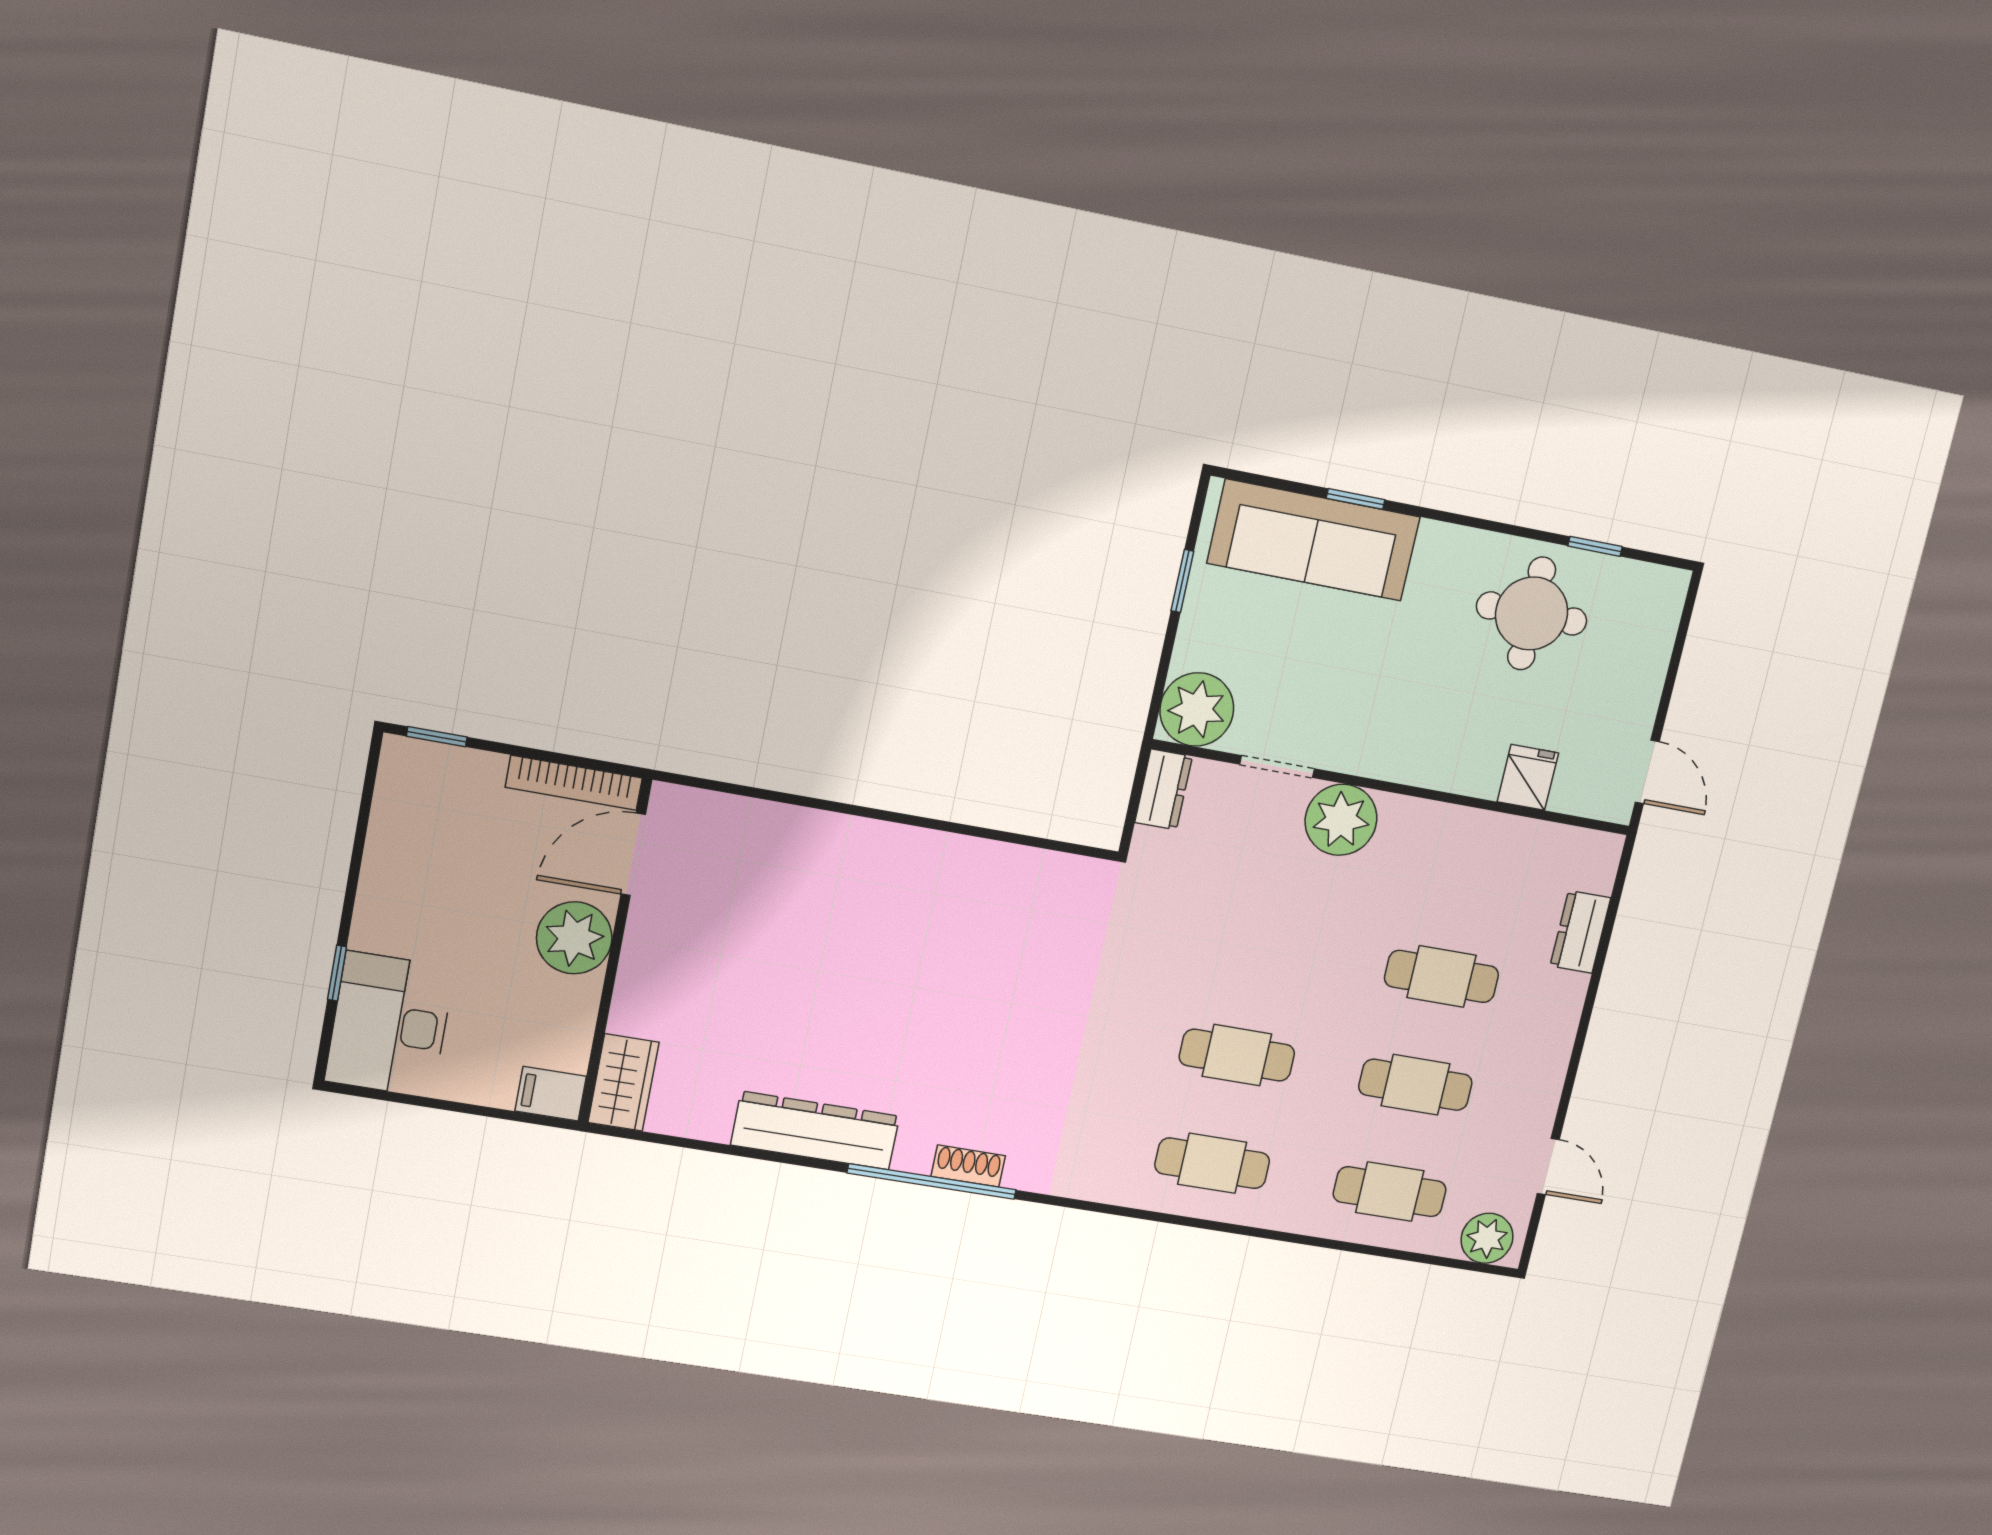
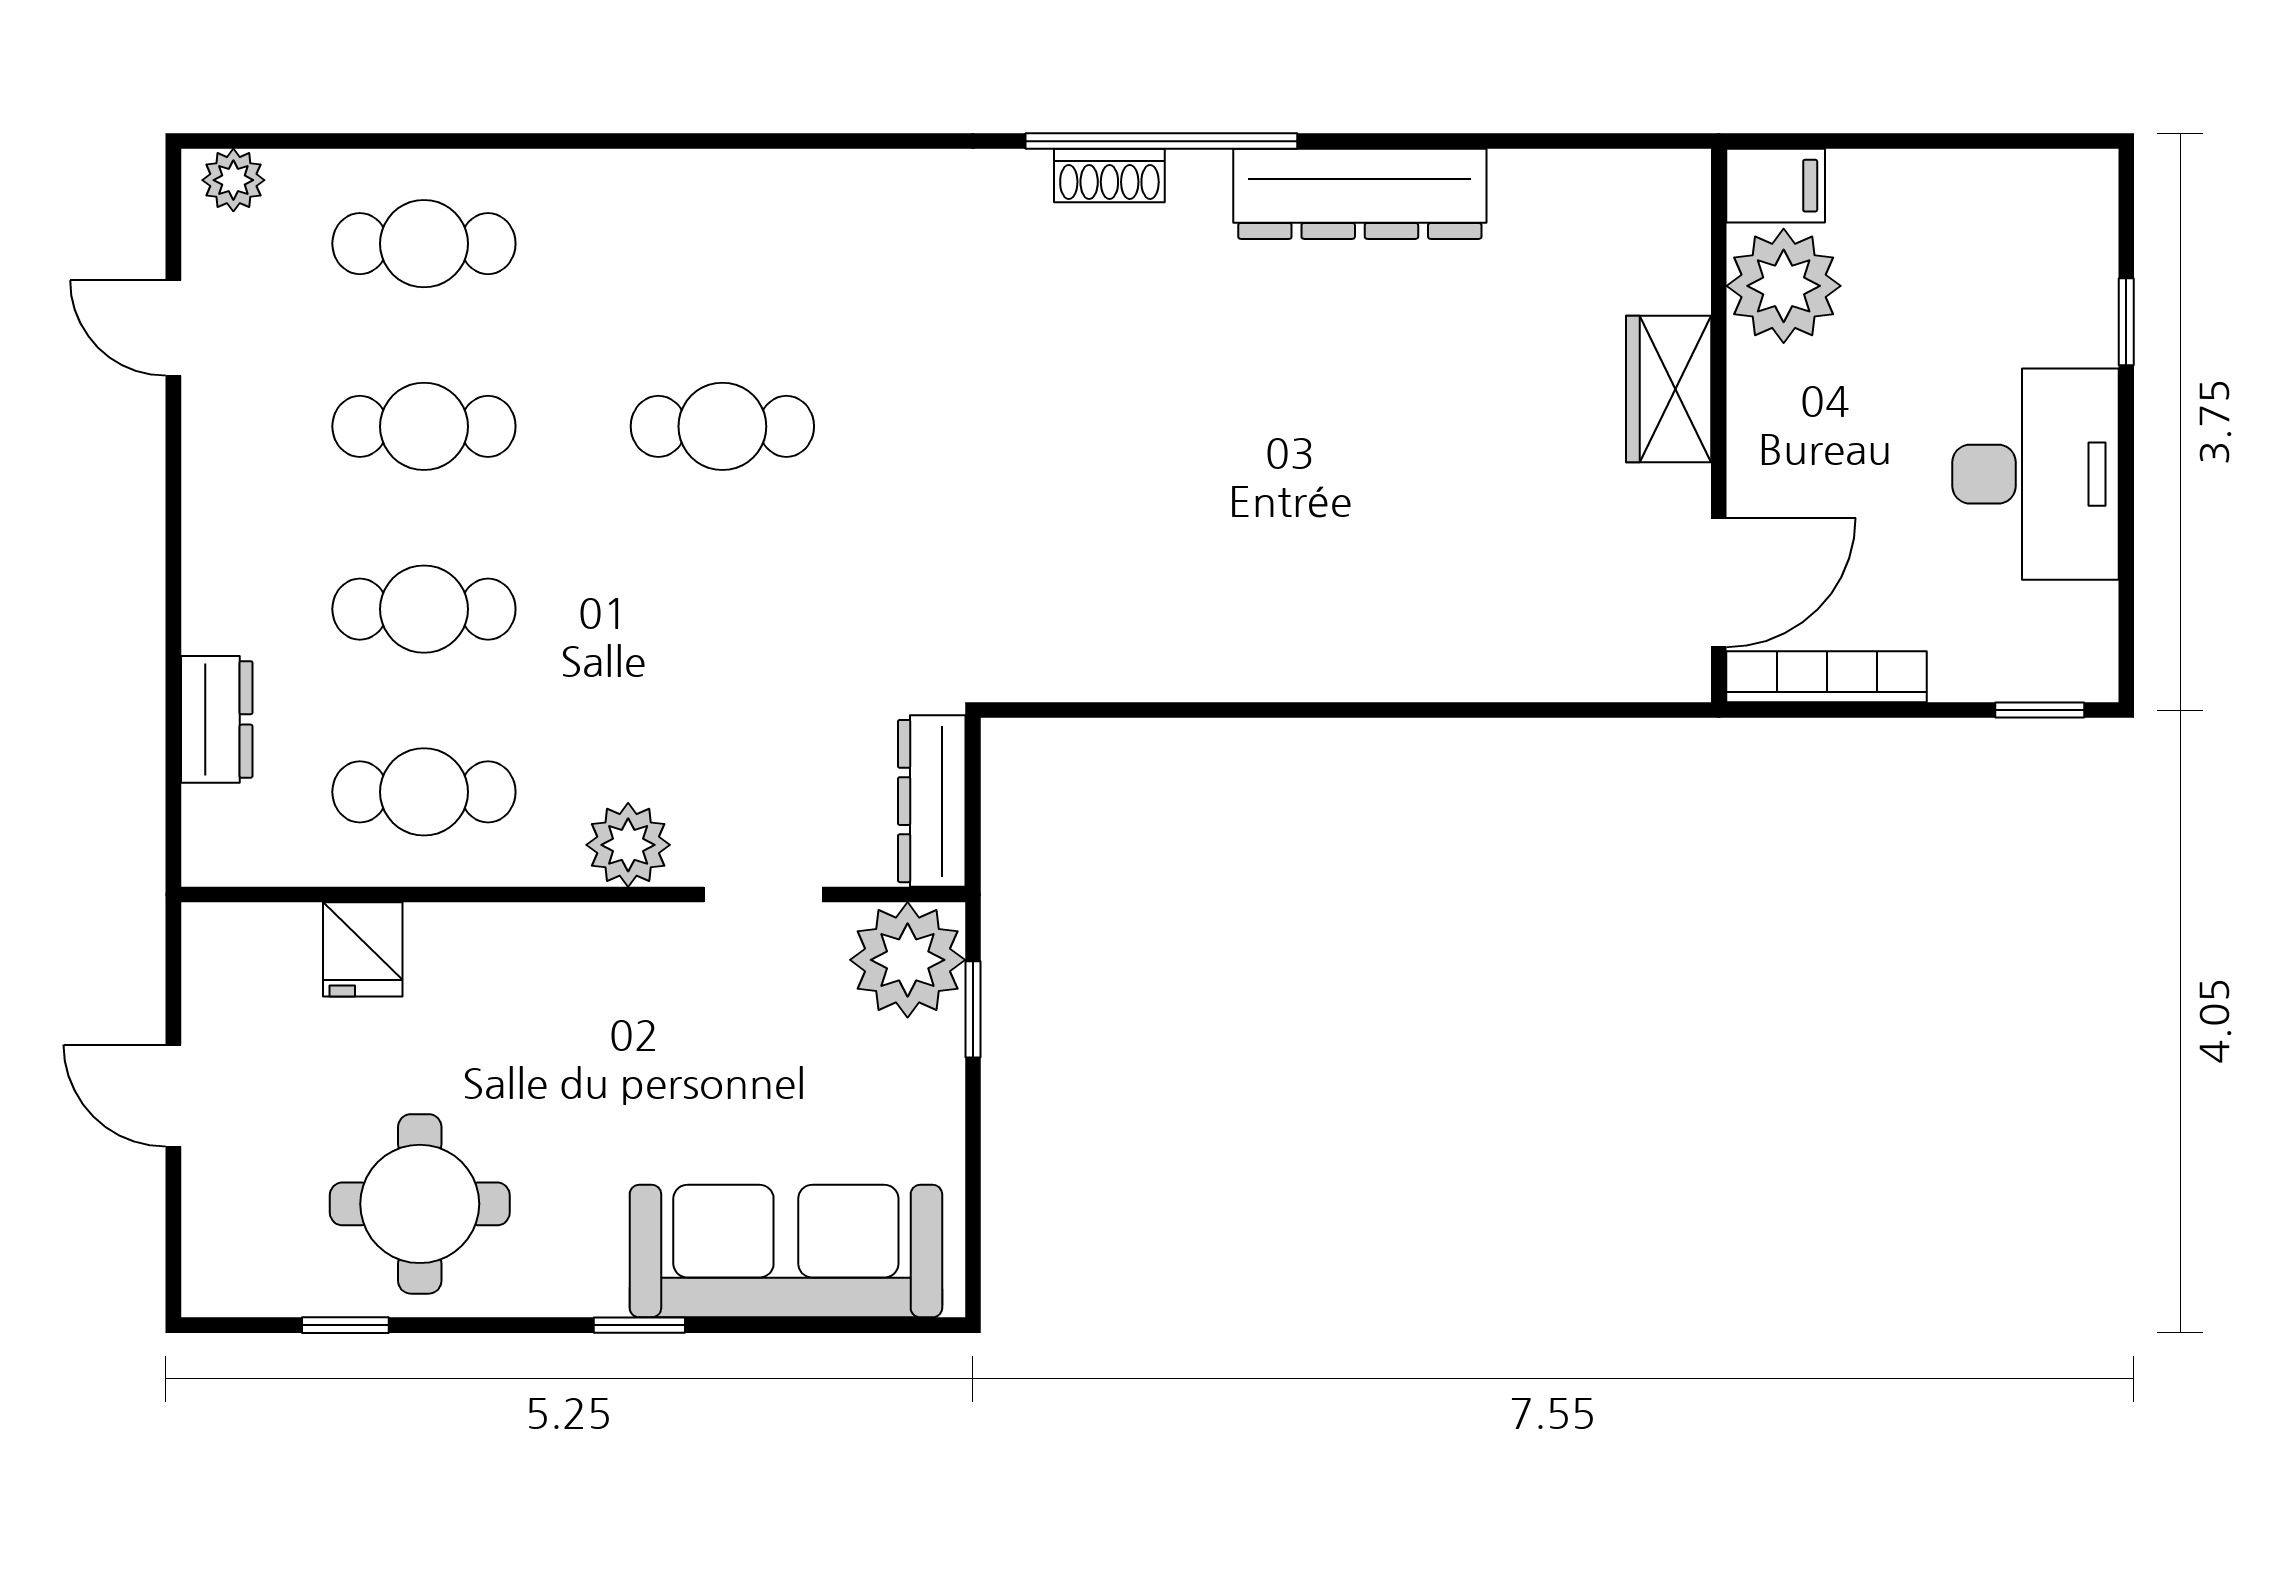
window: (1356, 499) -> (639, 1325), moved
window: (1182, 581) -> (973, 1009), moved
door: (1647, 772) -> (173, 1096), moved
dresser: (1164, 789) -> (932, 801), width x1.44
plant: (1341, 820) -> (628, 845), width x0.73, depth x0.73
plant: (574, 938) -> (1784, 286), moved
desk: (390, 1025) -> (2036, 474), moved
wardrobe: (623, 1082) -> (1669, 389), moved
cafe table: (1212, 1163) -> (424, 792), moved
plant: (1487, 1238) -> (233, 180), width x0.73, depth x0.73

